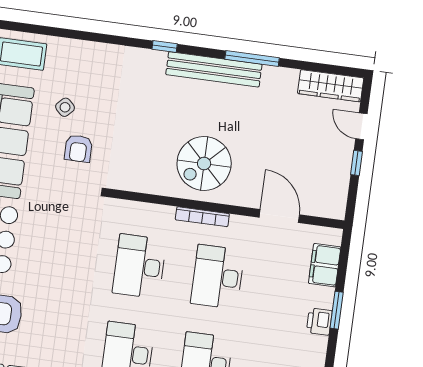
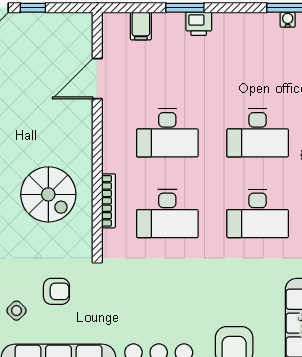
spiral stairs: (204, 164) -> (48, 194), moved
bookcase: (202, 217) -> (109, 201), moved
filing cabinet: (325, 265) -> (141, 26), width x0.50

